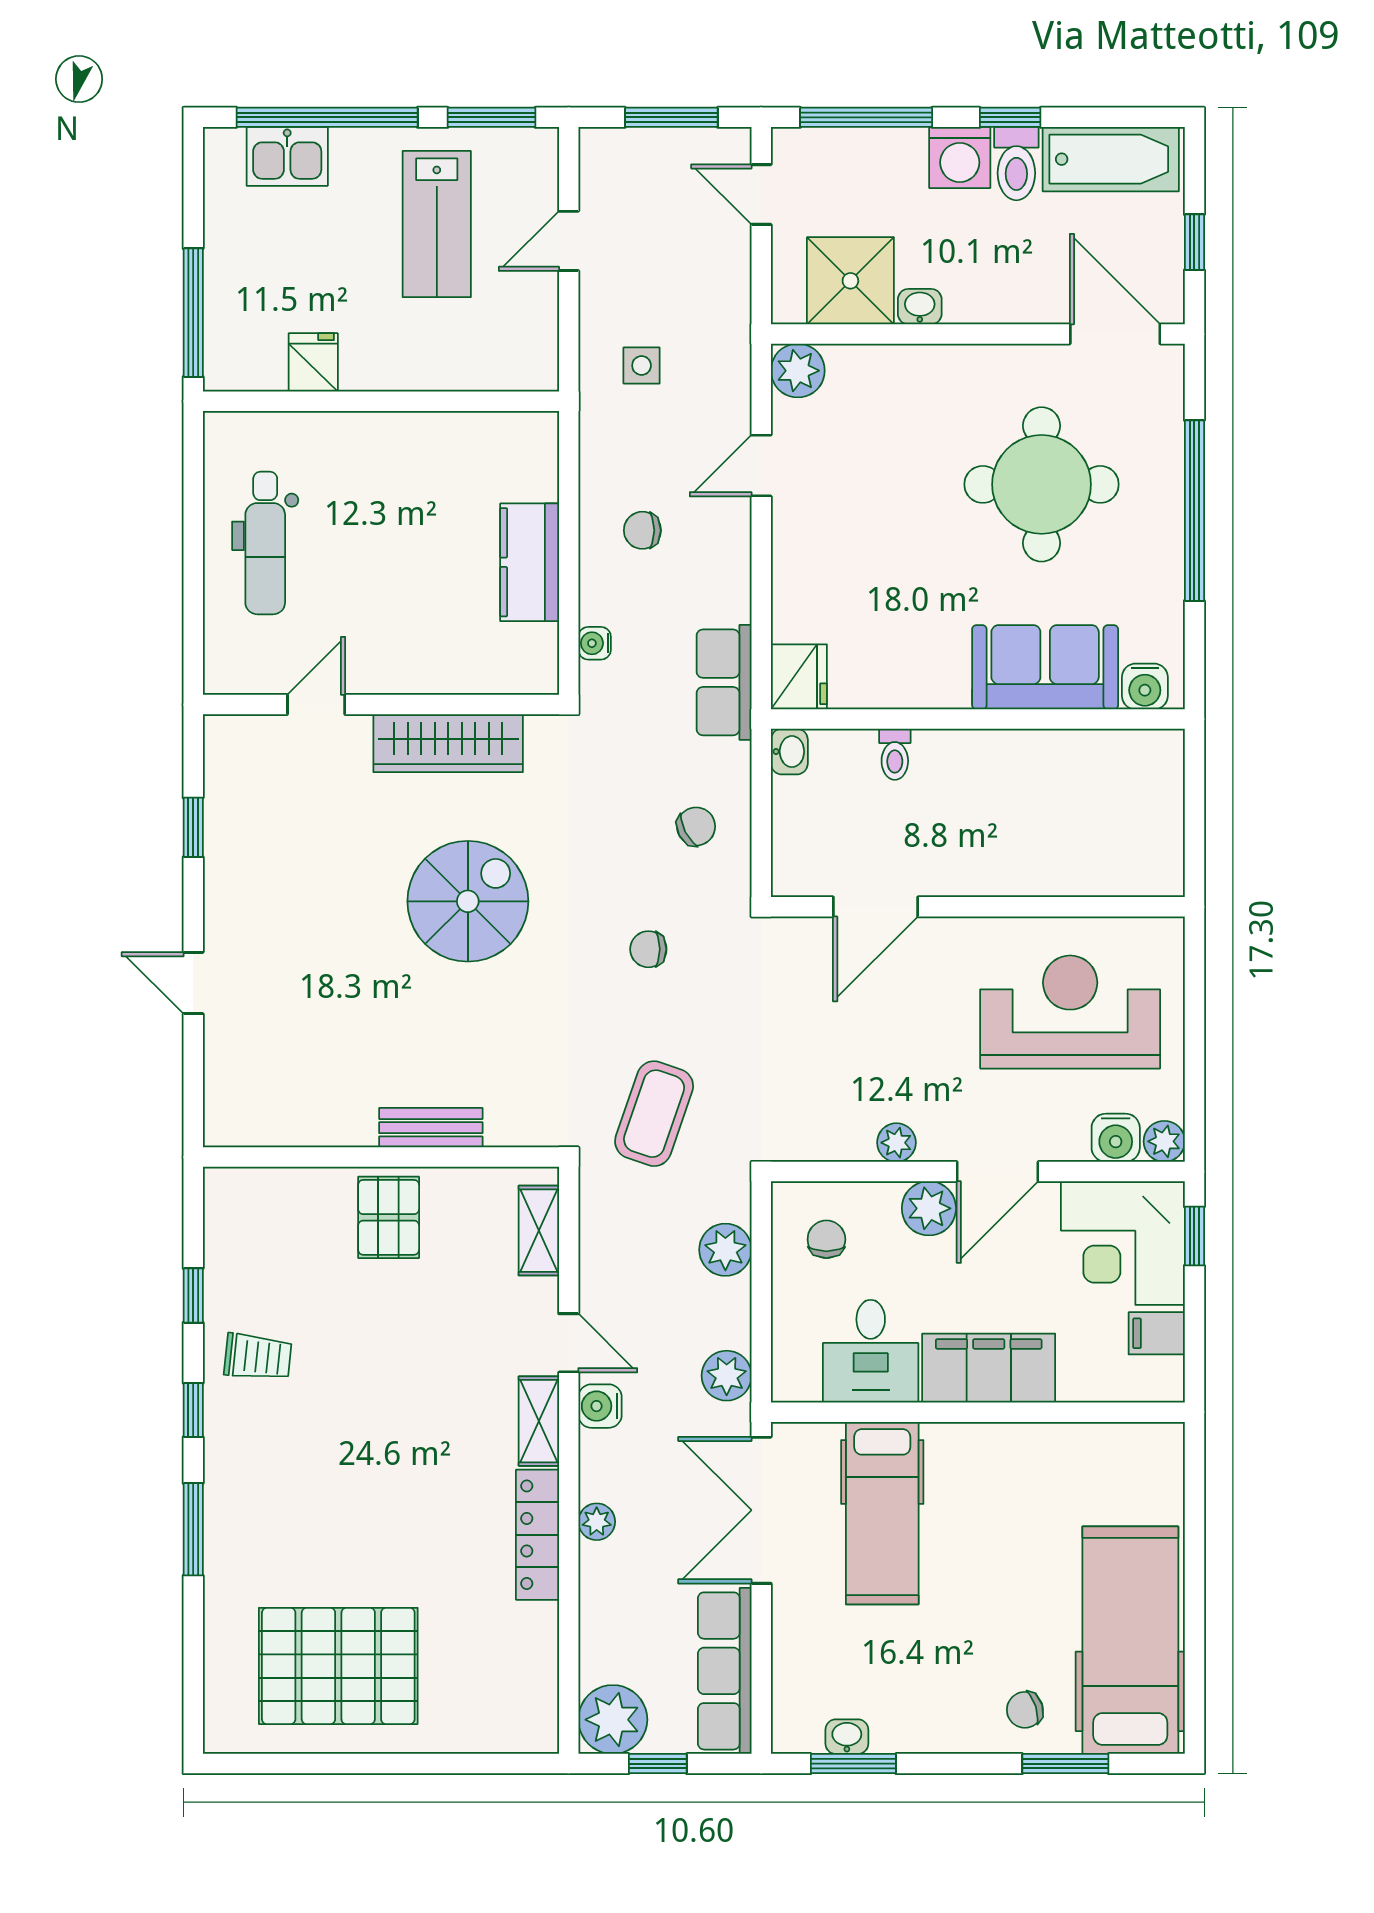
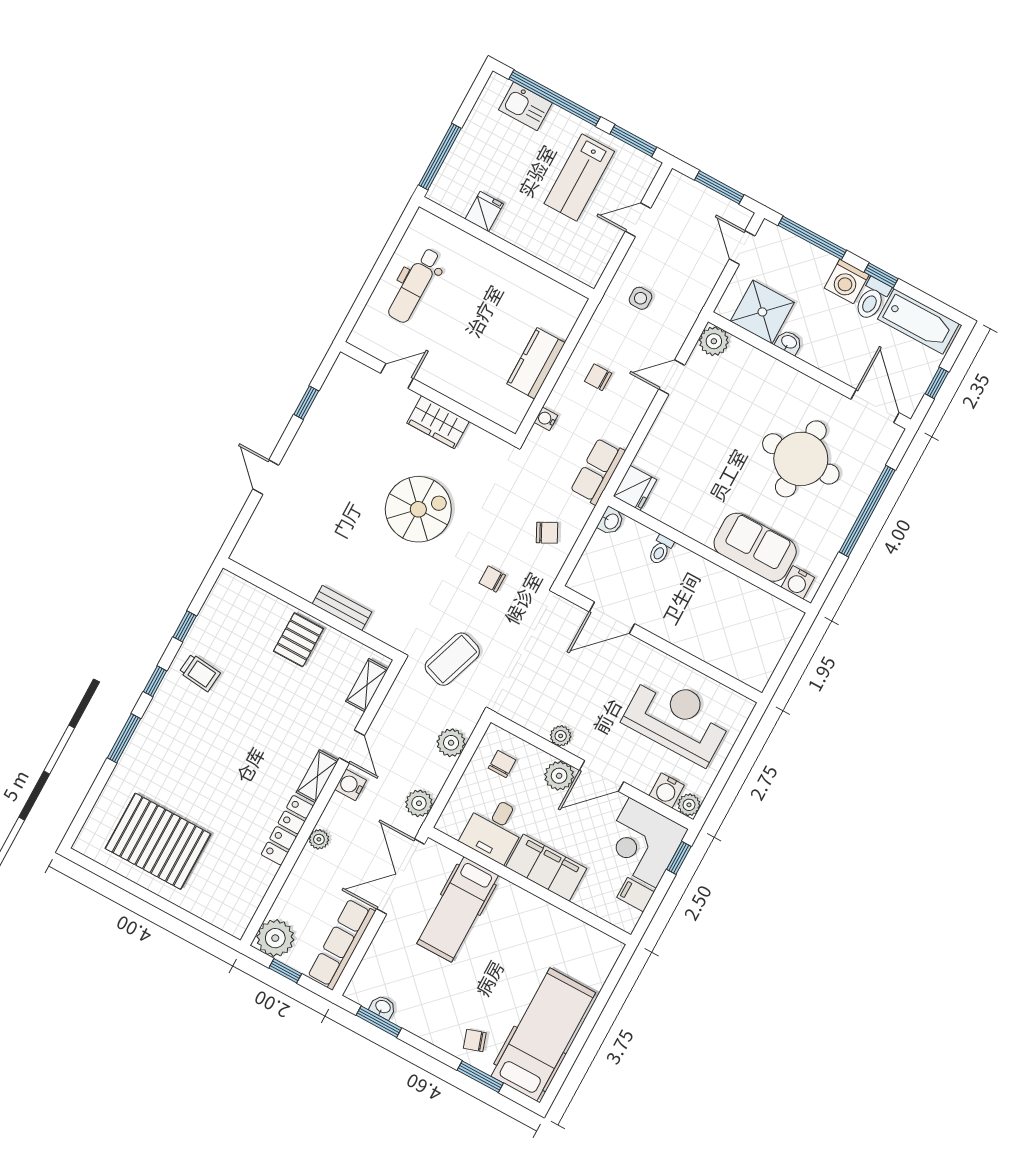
wardrobe: (448, 743) -> (438, 422), width x0.67

